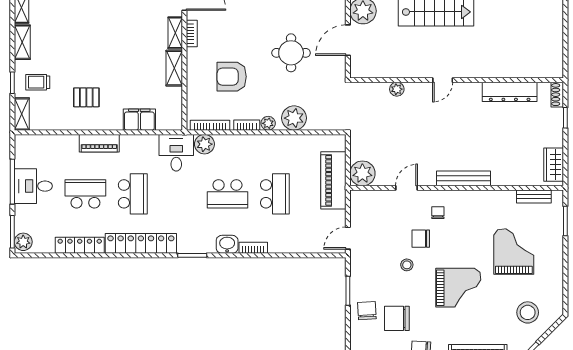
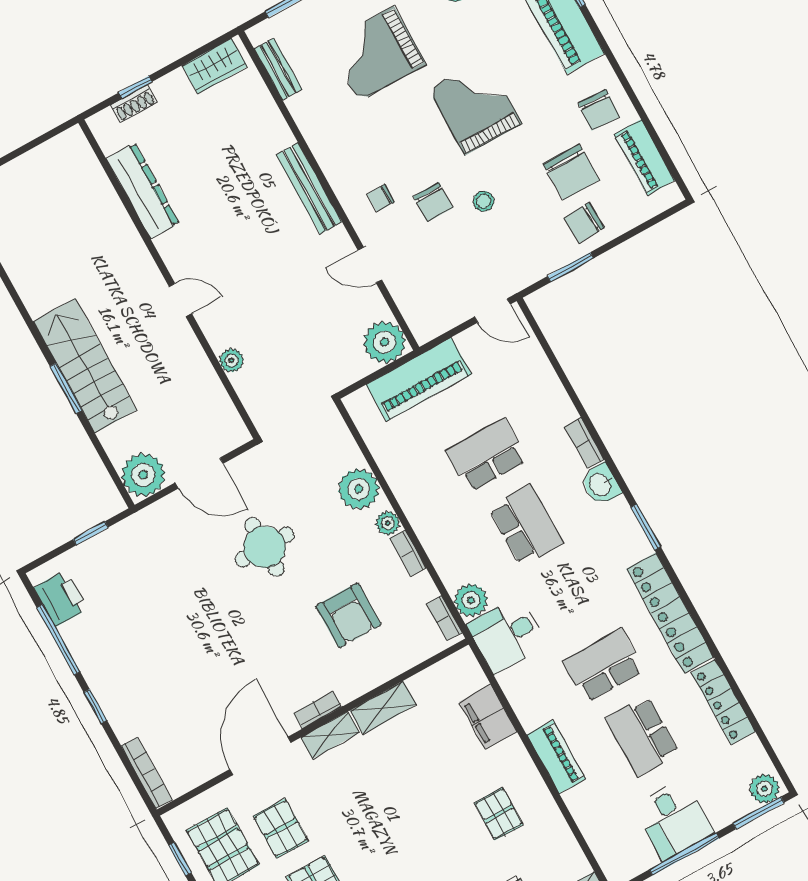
shoe rack: (557, 95) -> (134, 104), moved
bookcase: (210, 125) -> (444, 618), width x0.64

